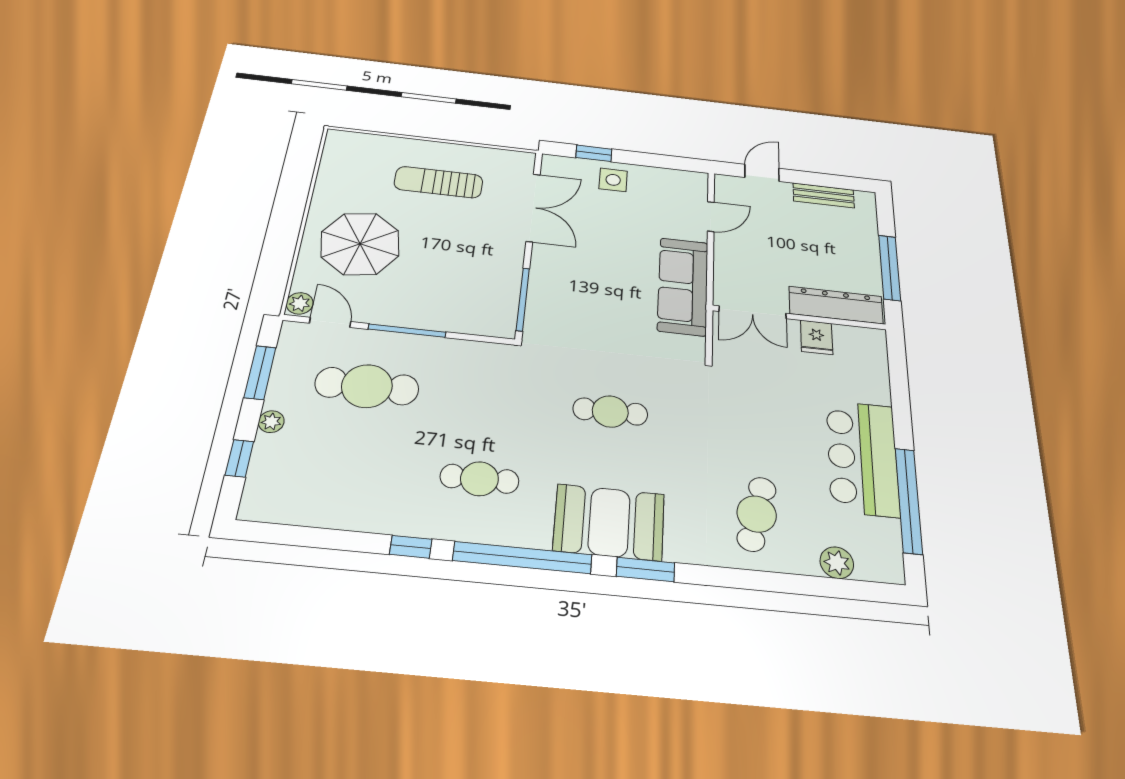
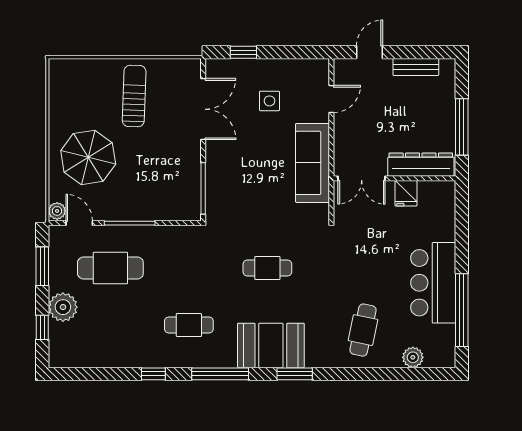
side table: (613, 180) -> (269, 101), moved
sun lounger: (439, 182) -> (134, 96), turned 92
plant: (271, 422) -> (63, 307), width x1.88, depth x1.88
window: (522, 558) -> (220, 374), width x0.68

